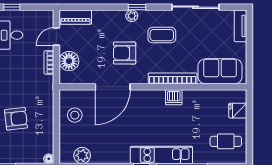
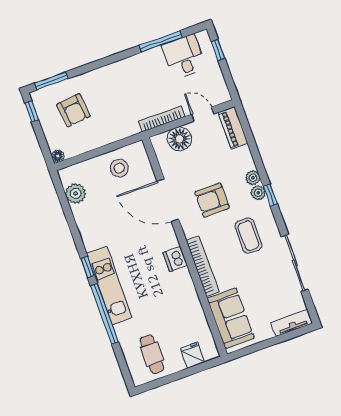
plant: (119, 16) -> (253, 178), added
armchair: (125, 53) -> (212, 200), turned -90
bookcase: (49, 62) -> (162, 119), width x1.56
dishwasher: (174, 97) -> (175, 259), moved
armchair: (16, 119) -> (73, 110), moved

